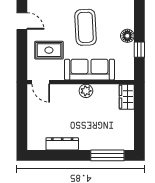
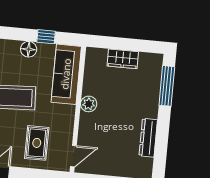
sofa: (89, 70) -> (66, 74), moved
wardrobe: (127, 97) -> (123, 59), moved

